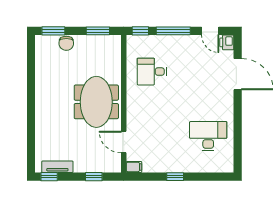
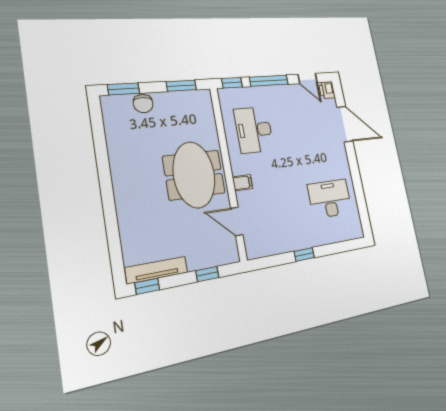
desk: (152, 72) -> (254, 130), width x1.37
tv unit: (57, 167) -> (157, 270), width x1.41
filing cabinet: (134, 167) -> (242, 183), moved

